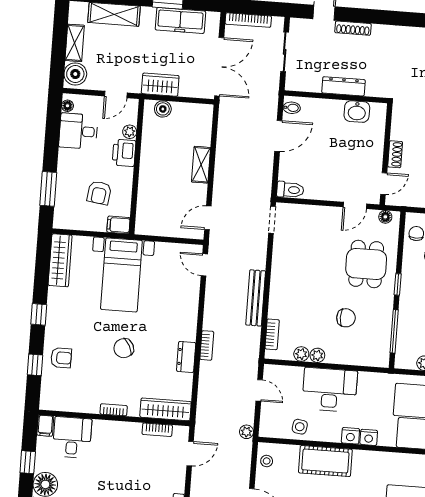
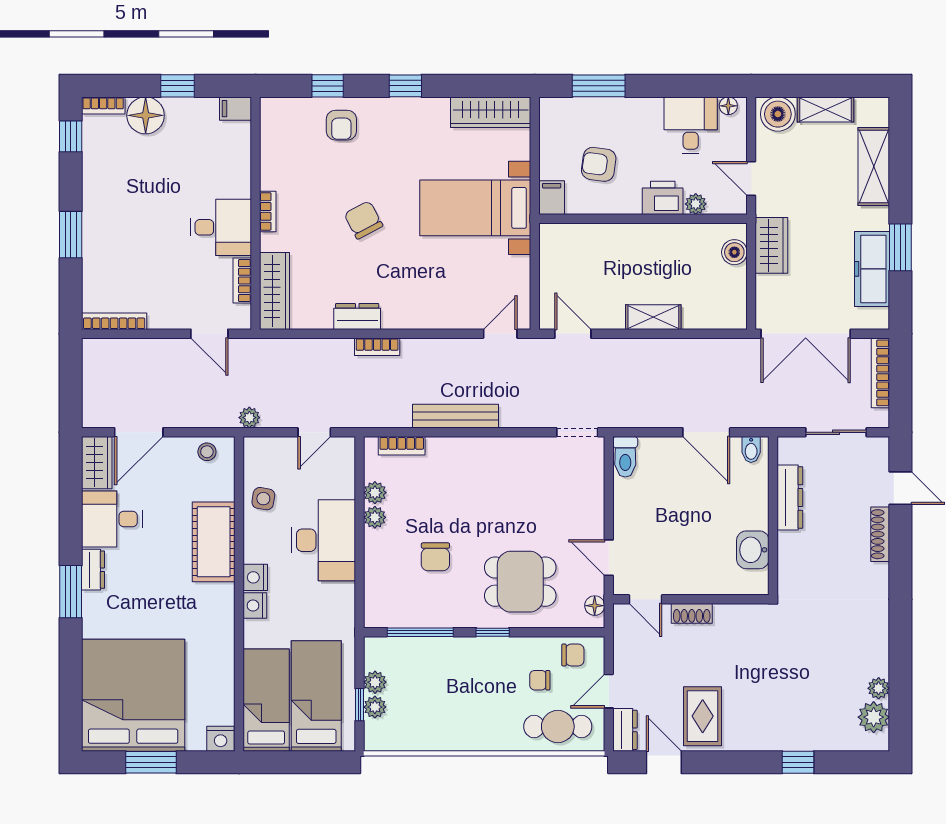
dresser: (343, 86) -> (790, 497), moved
desk: (72, 437) -> (221, 227), moved

